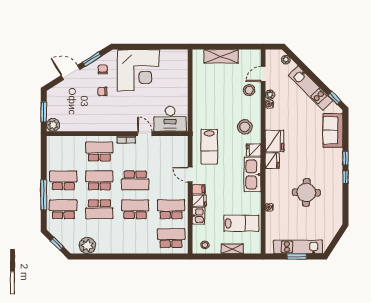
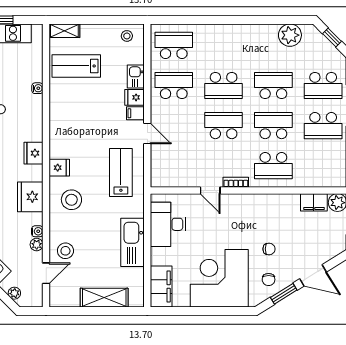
filing cabinet: (180, 64) -> (161, 286), added
desk: (170, 119) -> (168, 224), moved, turned -90
filing cabinet: (70, 125) -> (314, 202), added
fridge: (274, 141) -> (30, 197), moved
kitchen sink: (252, 174) -> (133, 242), moved, turned 180
school desk: (99, 180) -> (273, 126), turned 180
school desk: (171, 209) -> (174, 86), turned 180
school desk: (171, 238) -> (174, 45), turned 180
shelving: (232, 249) -> (64, 31), moved

